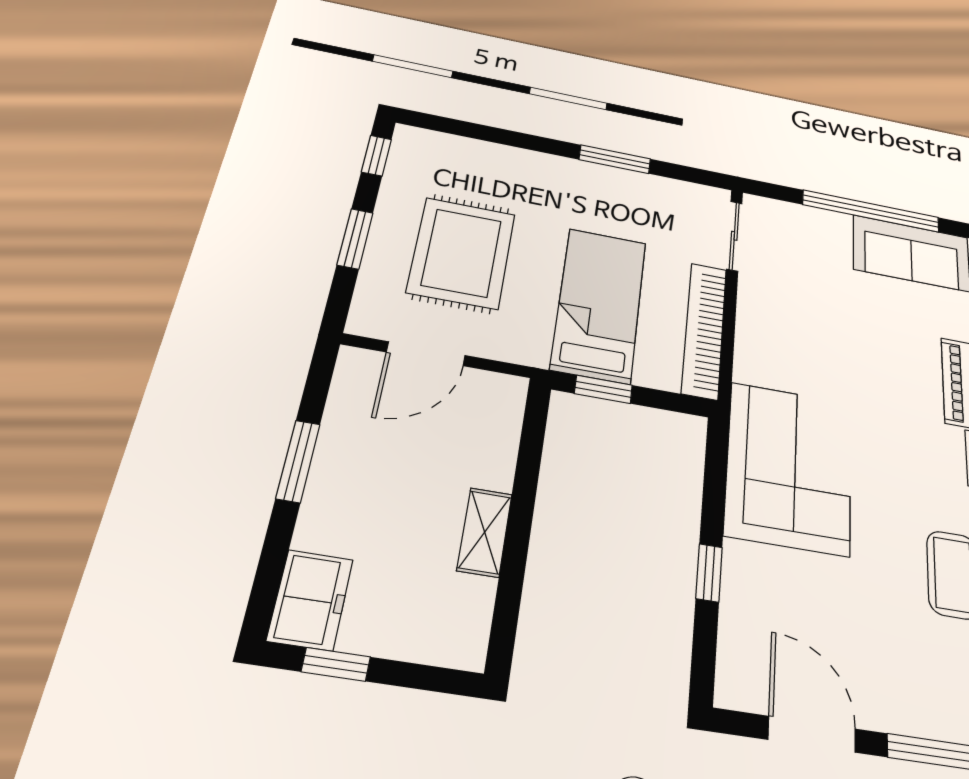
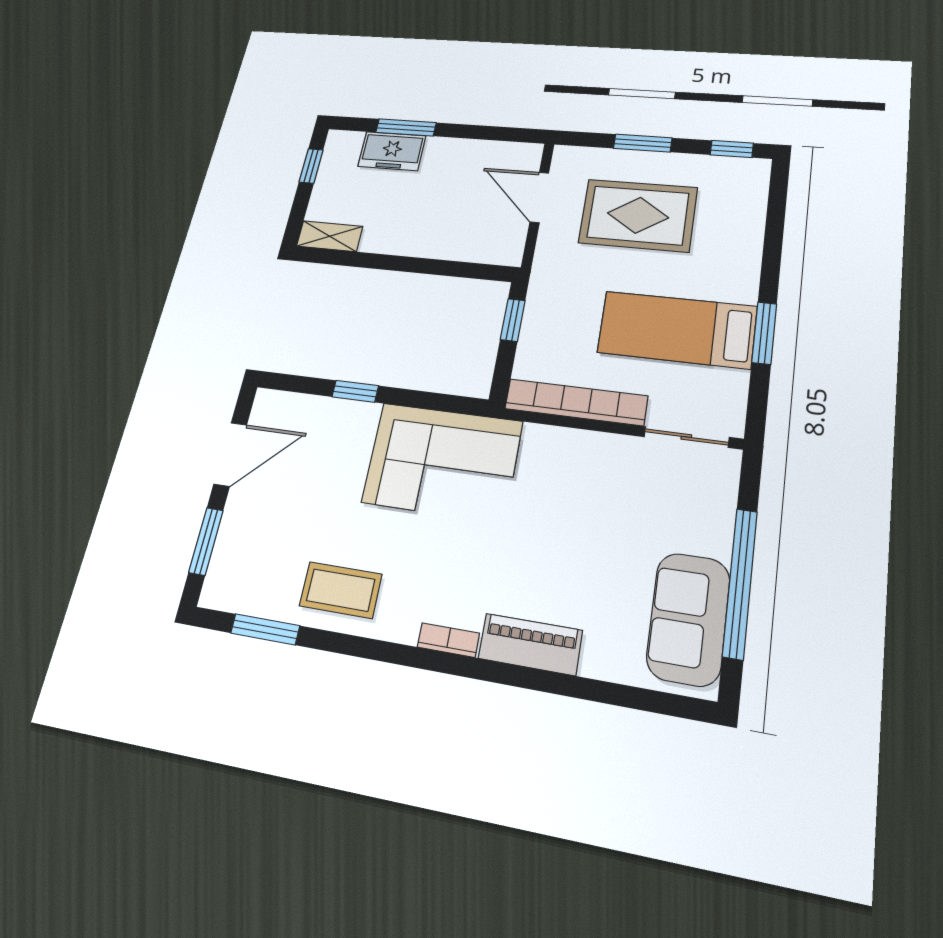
bed: (599, 305) -> (677, 330), moved, turned 180
window: (298, 461) -> (406, 128), moved
shelving: (485, 532) -> (330, 236), moved
freezer: (310, 600) -> (392, 151), moved

